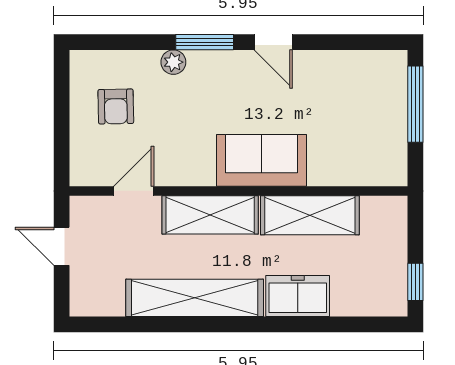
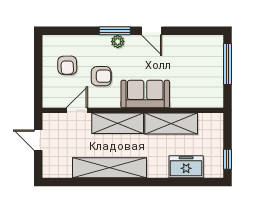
plant: (173, 62) -> (118, 42), moved
armchair: (179, 127) -> (101, 76), added
freezer: (298, 296) -> (186, 167), moved

